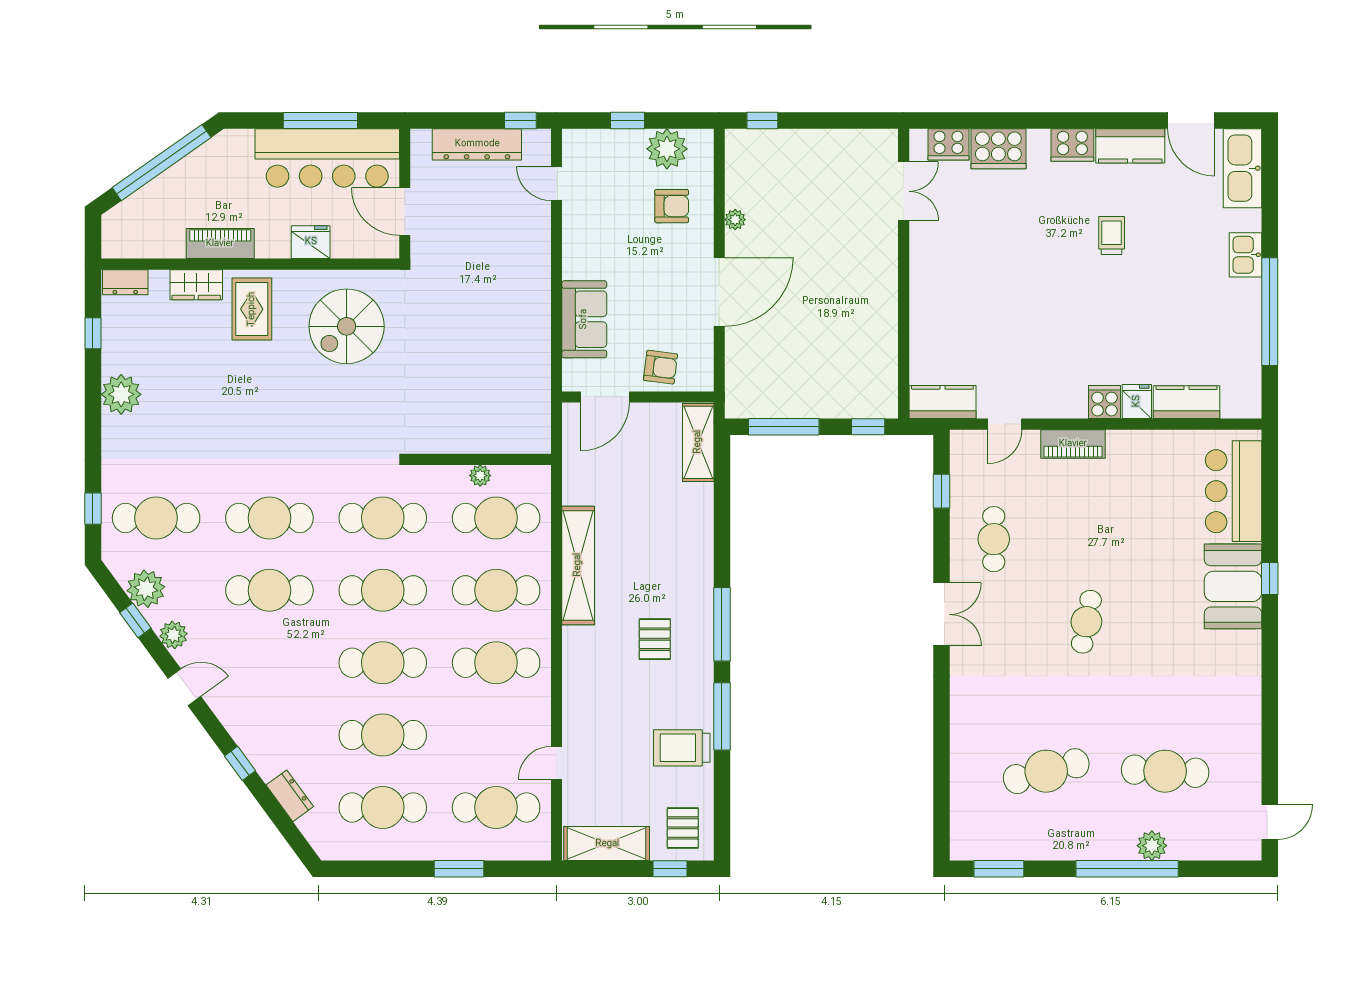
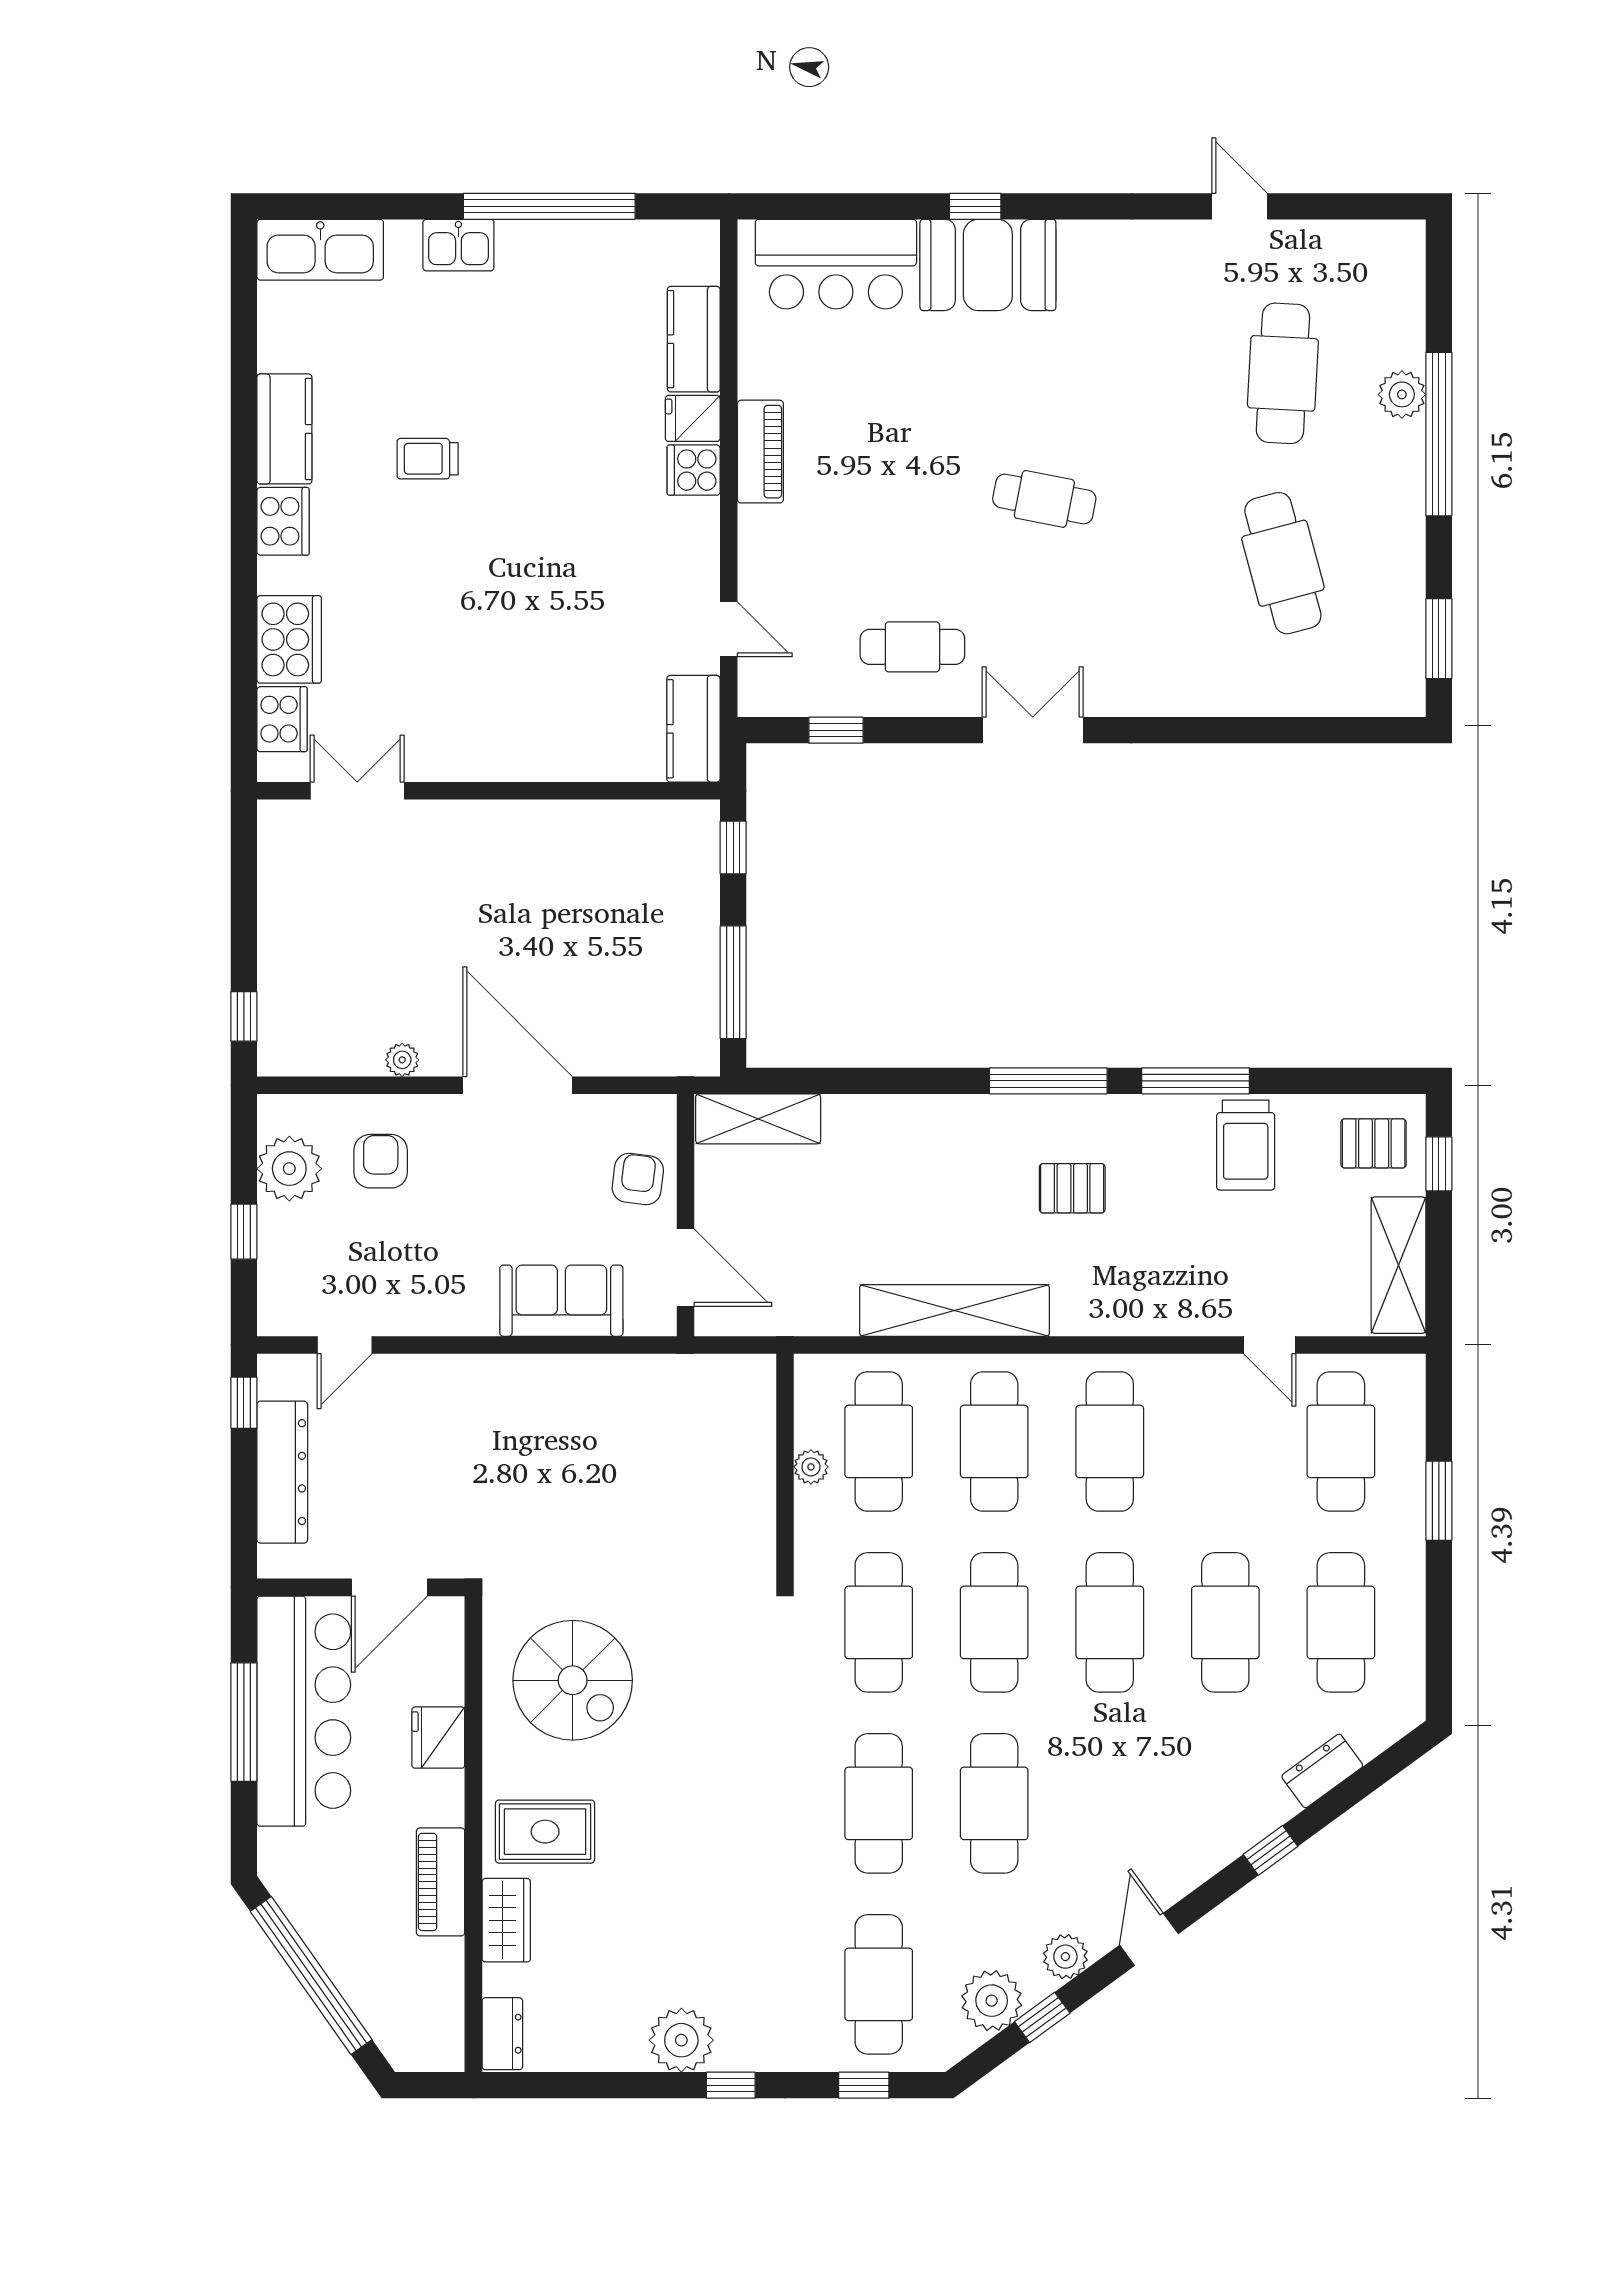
door: (1191, 120) -> (244, 332), removed
window: (93, 333) -> (731, 2085), moved
piano: (1073, 444) -> (760, 452), moved
door: (1270, 822) -> (1240, 206), moved

